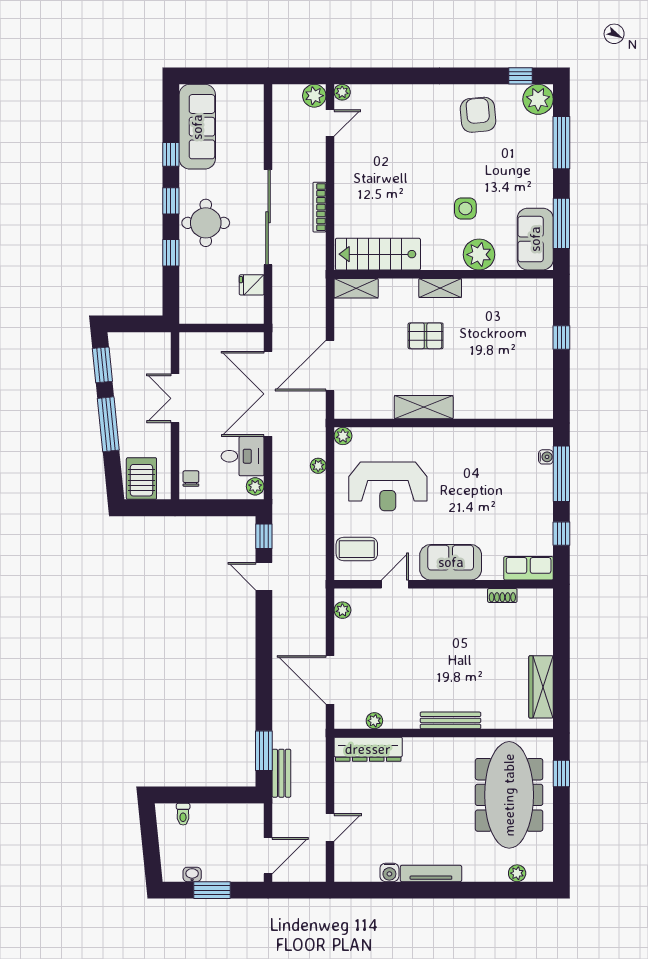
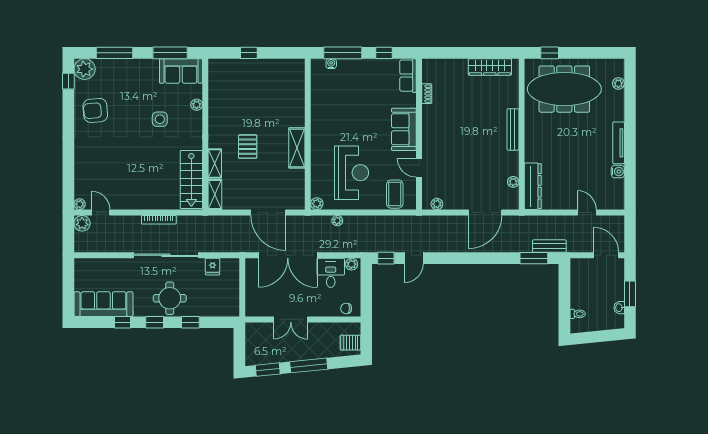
plant: (479, 255) -> (197, 105), width x0.53, depth x0.53
shelving: (440, 288) -> (215, 163), moved
server rack: (141, 479) -> (351, 343), width x0.73, depth x0.70

